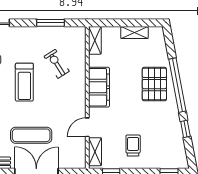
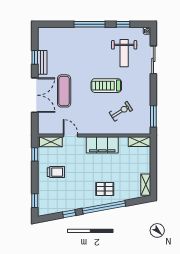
window: (50, 23) -> (153, 116), moved
shelving: (134, 33) -> (146, 185), moved
pallet: (154, 84) -> (105, 189), width x0.67, depth x0.71

